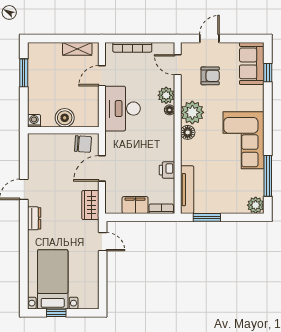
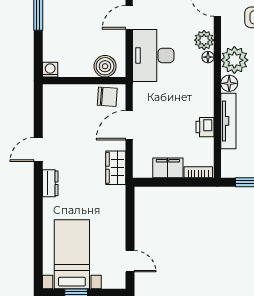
boiler: (65, 118) -> (105, 66), moved
tv unit: (187, 190) -> (228, 121), moved
door: (103, 242) -> (130, 261), moved

